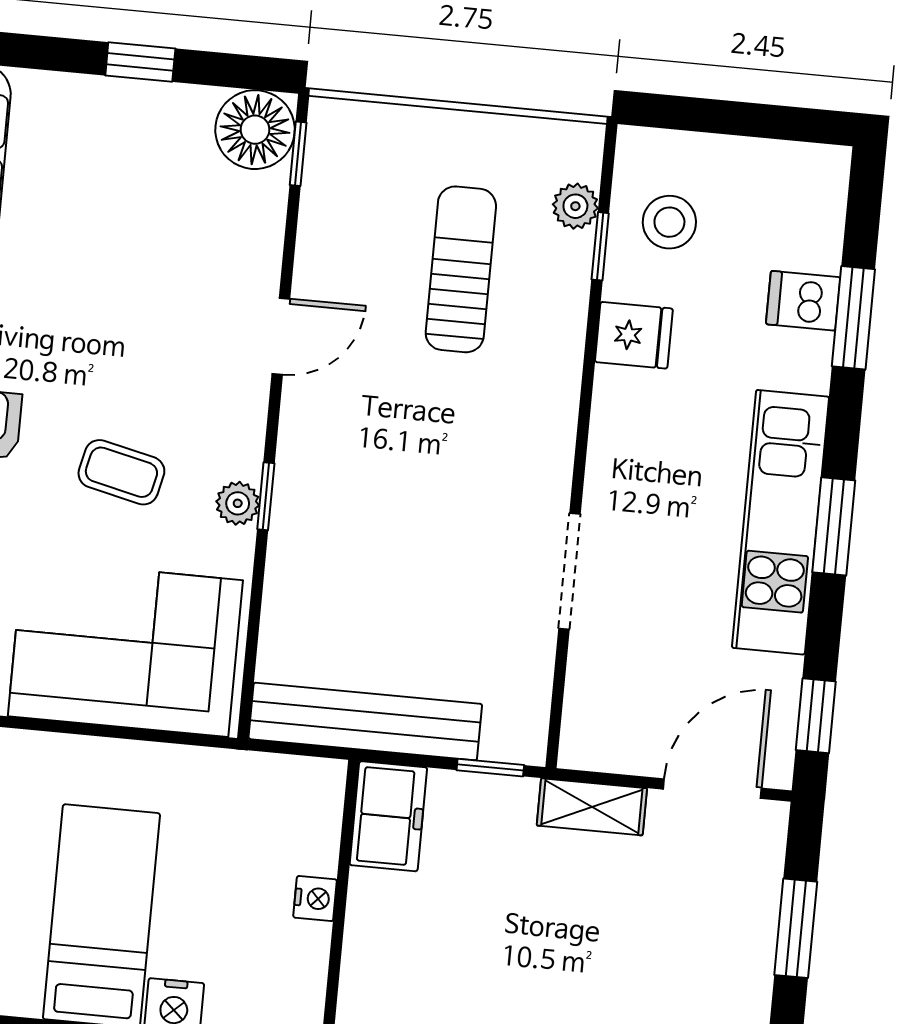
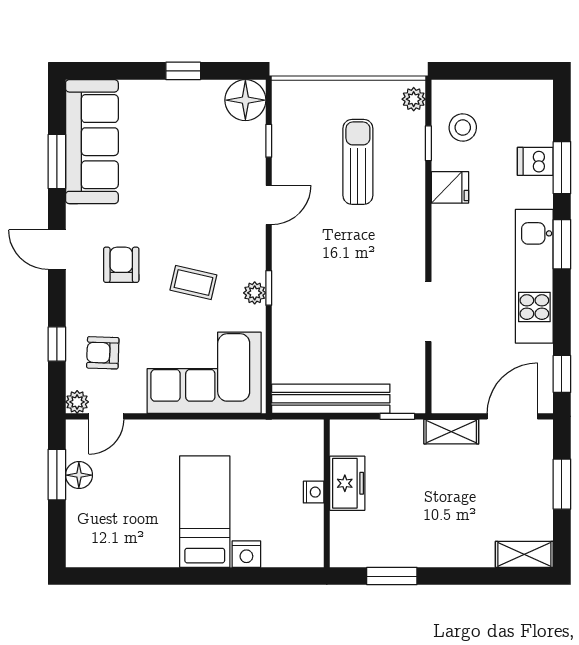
window: (298, 154) -> (269, 141), moved
plant: (575, 206) -> (414, 99), moved
window: (834, 526) -> (562, 244), moved
freezer: (388, 816) -> (347, 483), moved

